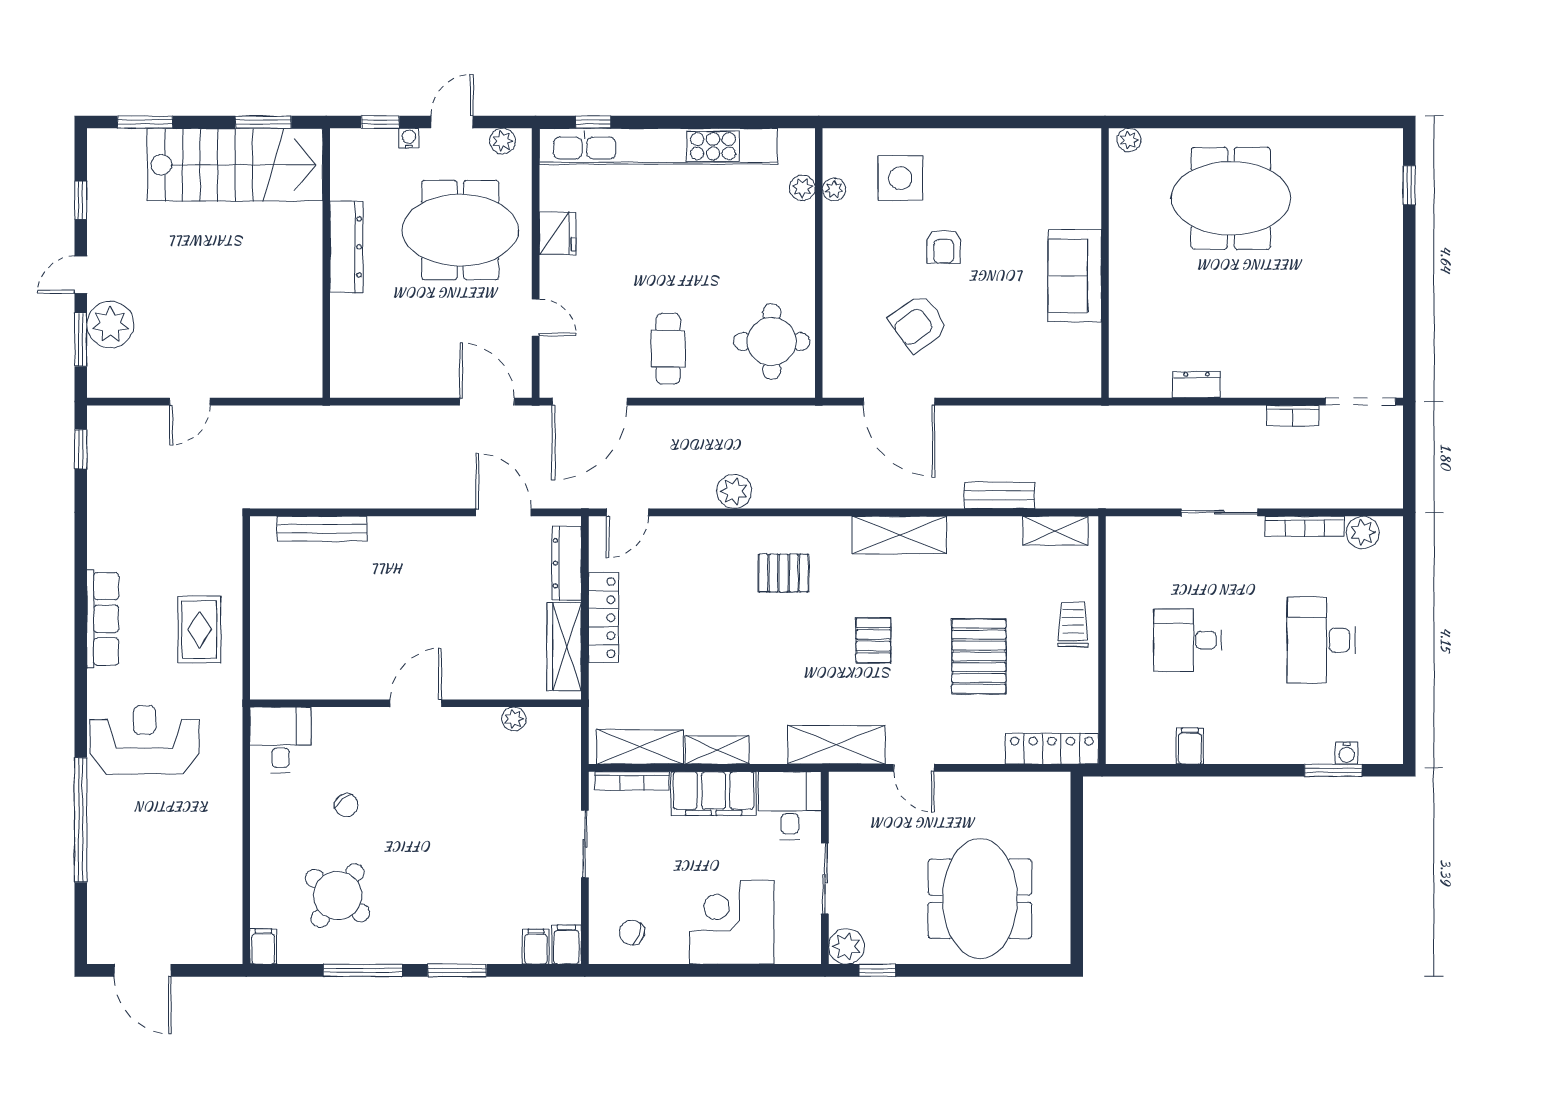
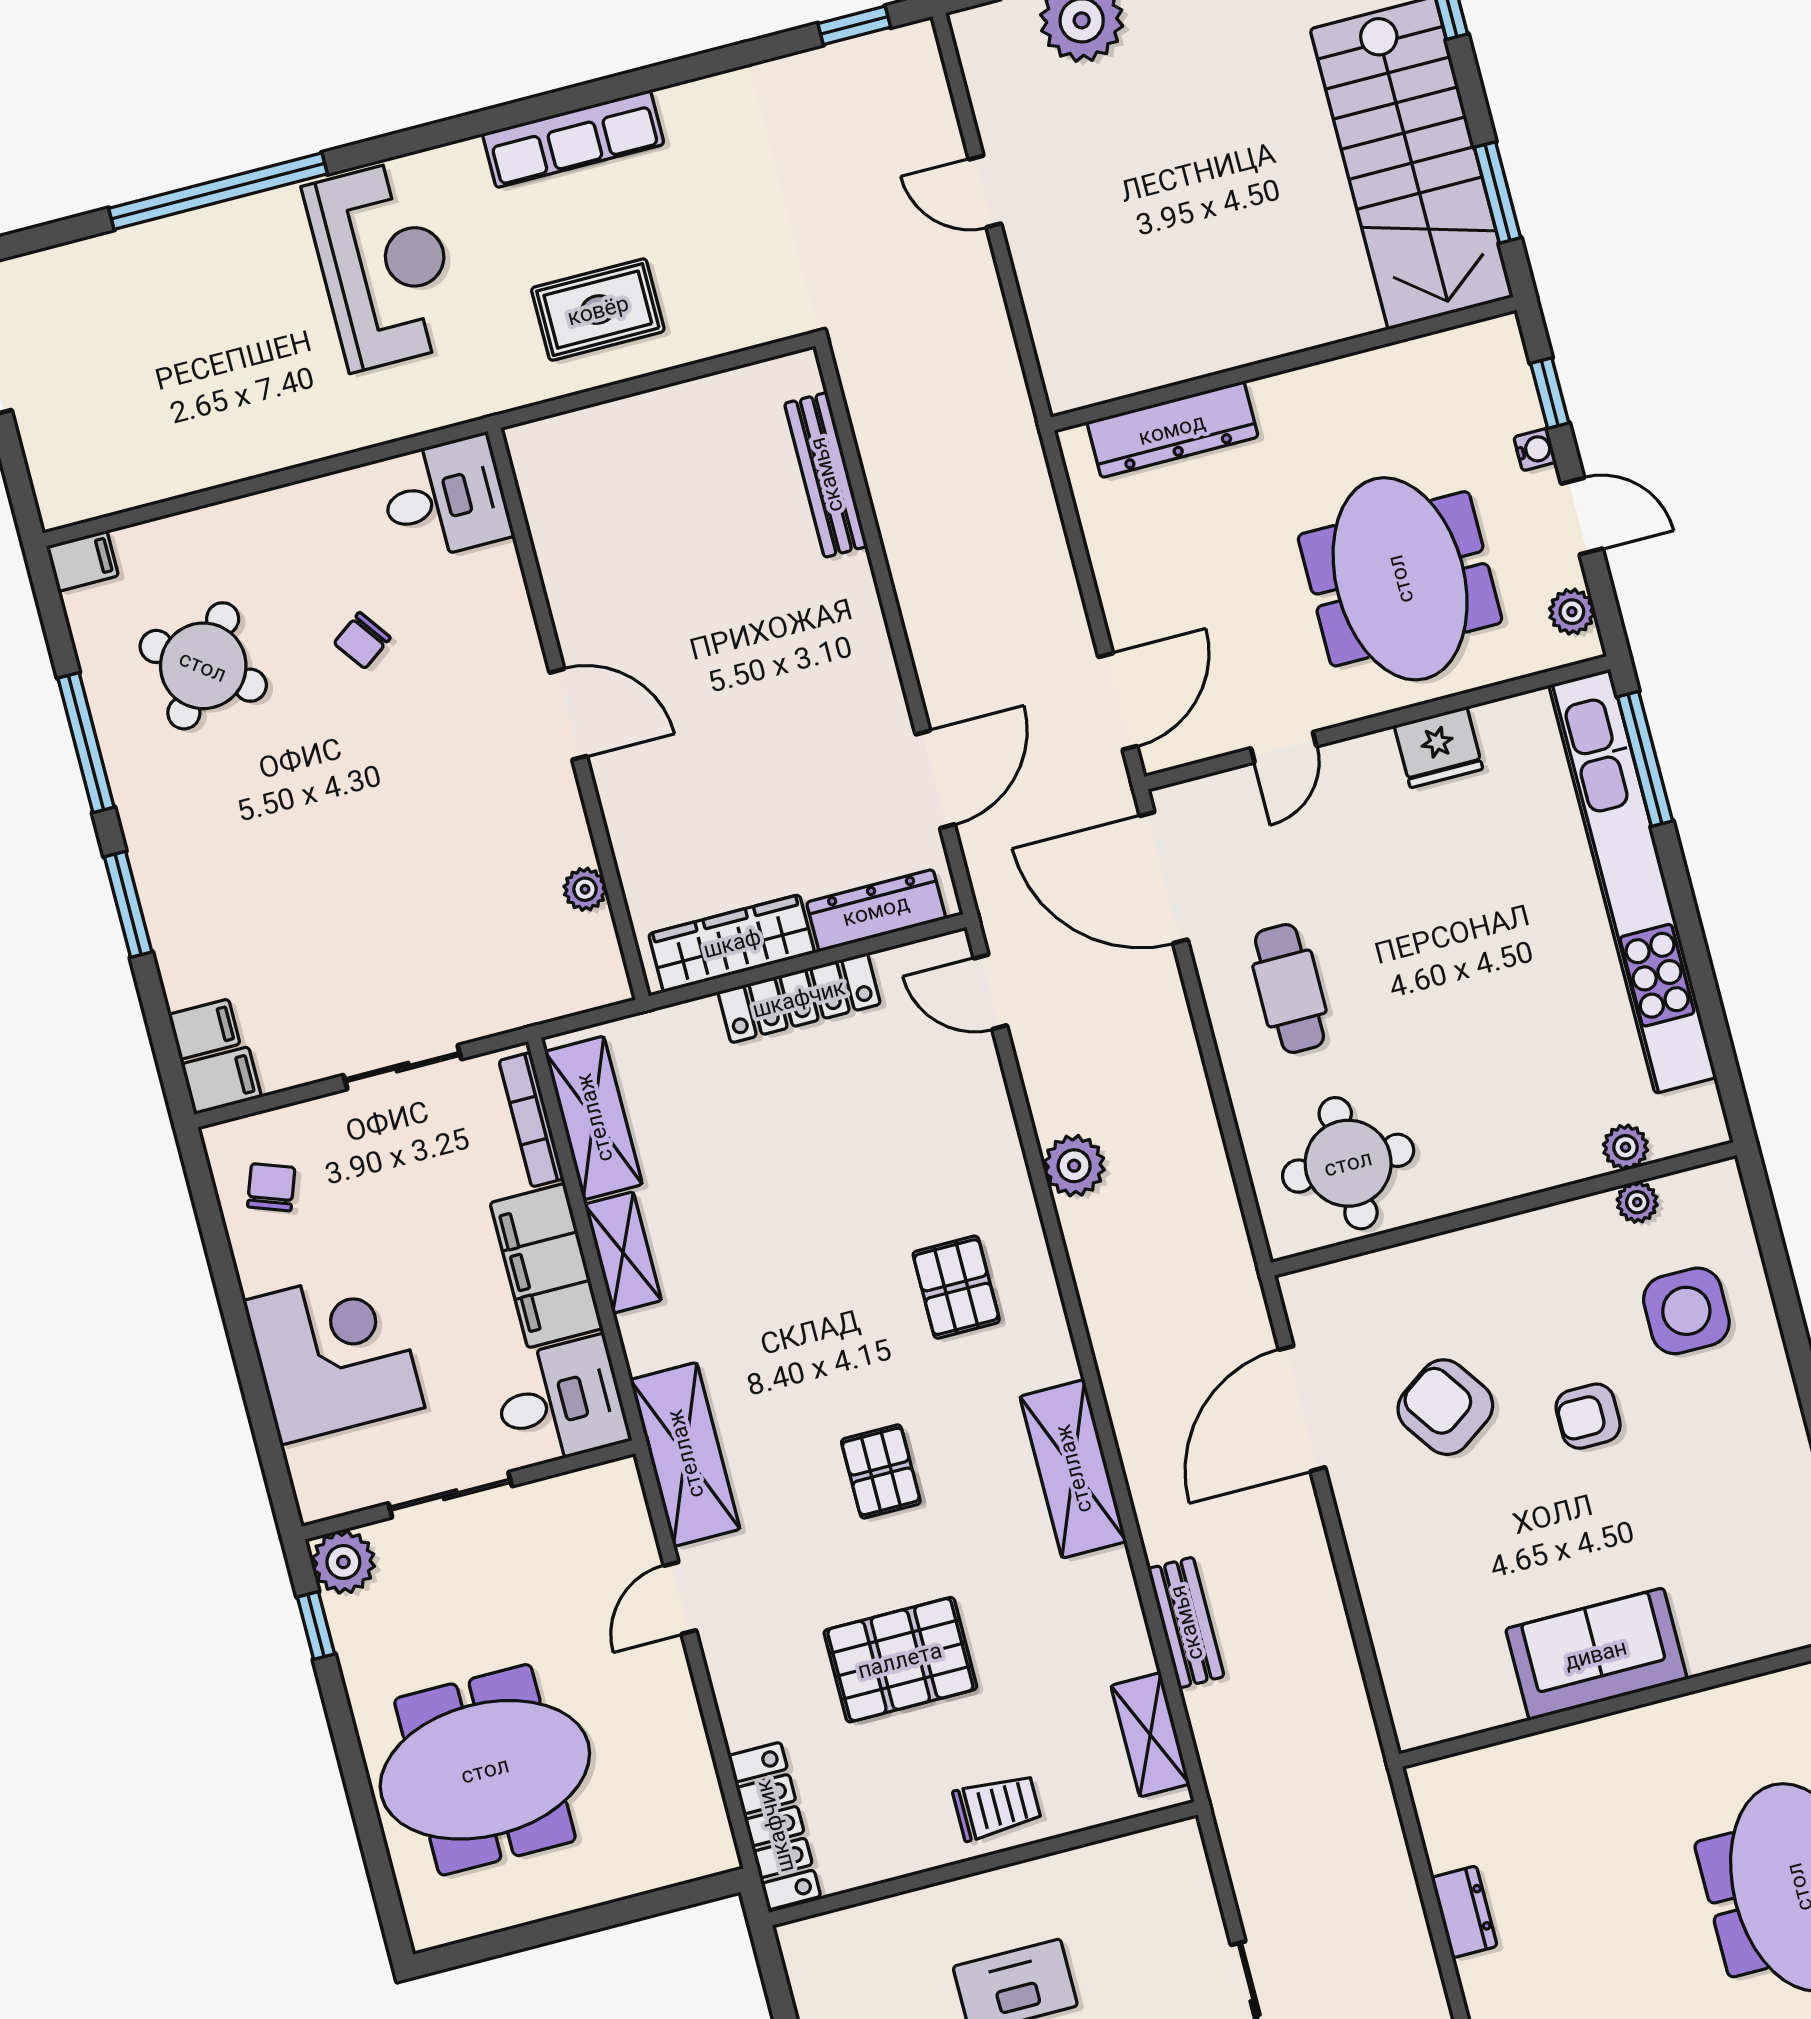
window: (593, 122) -> (1645, 759), width x2.17
dresser: (346, 247) -> (1172, 429), moved
cafe table: (668, 349) -> (1290, 989), turned 90
pallet: (873, 640) -> (881, 1471), turned 90

